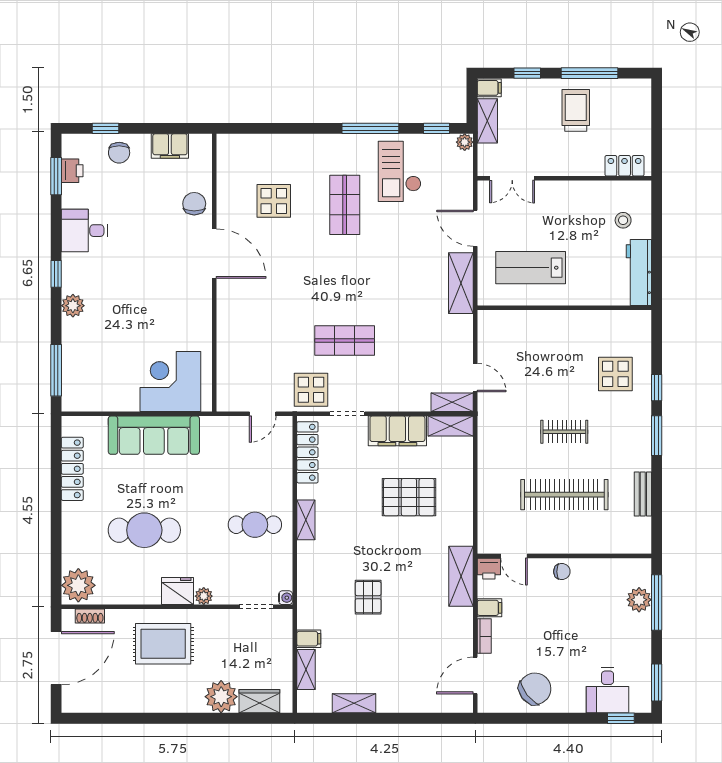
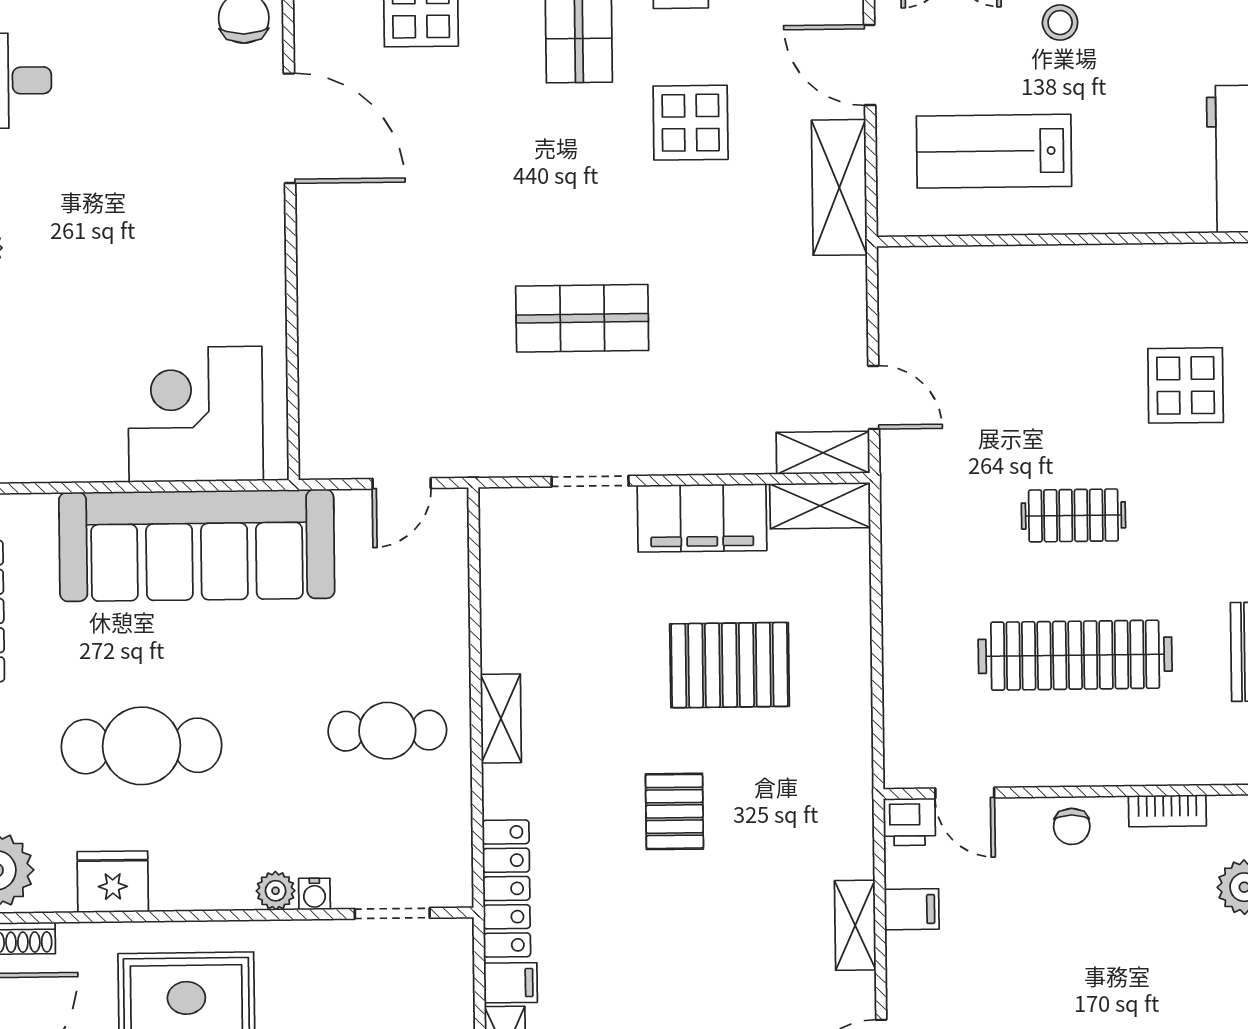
stool: (623, 220) -> (1060, 23), moved
display table: (311, 390) -> (691, 123), moved
sofa: (154, 435) -> (197, 545), width x1.36, depth x1.27
locker: (307, 452) -> (506, 889), moved
chair: (562, 572) -> (1072, 826), turned 90
shelving: (461, 576) -> (855, 925), moved, width x0.67, depth x0.75
fridge: (177, 591) -> (113, 882), moved
pallet: (368, 597) -> (674, 811), moved
water cooler: (286, 598) -> (314, 894), moved, turned 90
bookcase: (484, 636) -> (1167, 811), moved, turned 90

